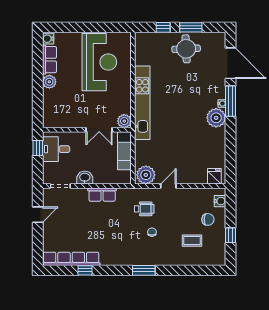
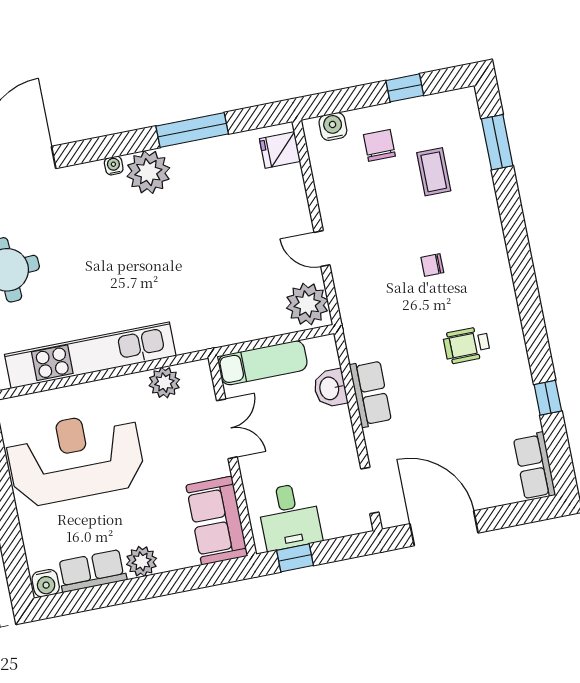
window: (230, 101) -> (192, 130), moved
kitchen unit: (142, 103) -> (90, 355), moved
sofa: (60, 118) -> (217, 521), added
plant: (124, 121) -> (164, 383), moved
washbasin: (85, 178) -> (330, 388), moved
wheelchair: (144, 209) -> (467, 345), moved, turned -90
door: (38, 215) -> (444, 528), width x1.87
row of seats: (71, 259) -> (534, 466), width x0.50
window: (144, 270) -> (497, 142), moved

